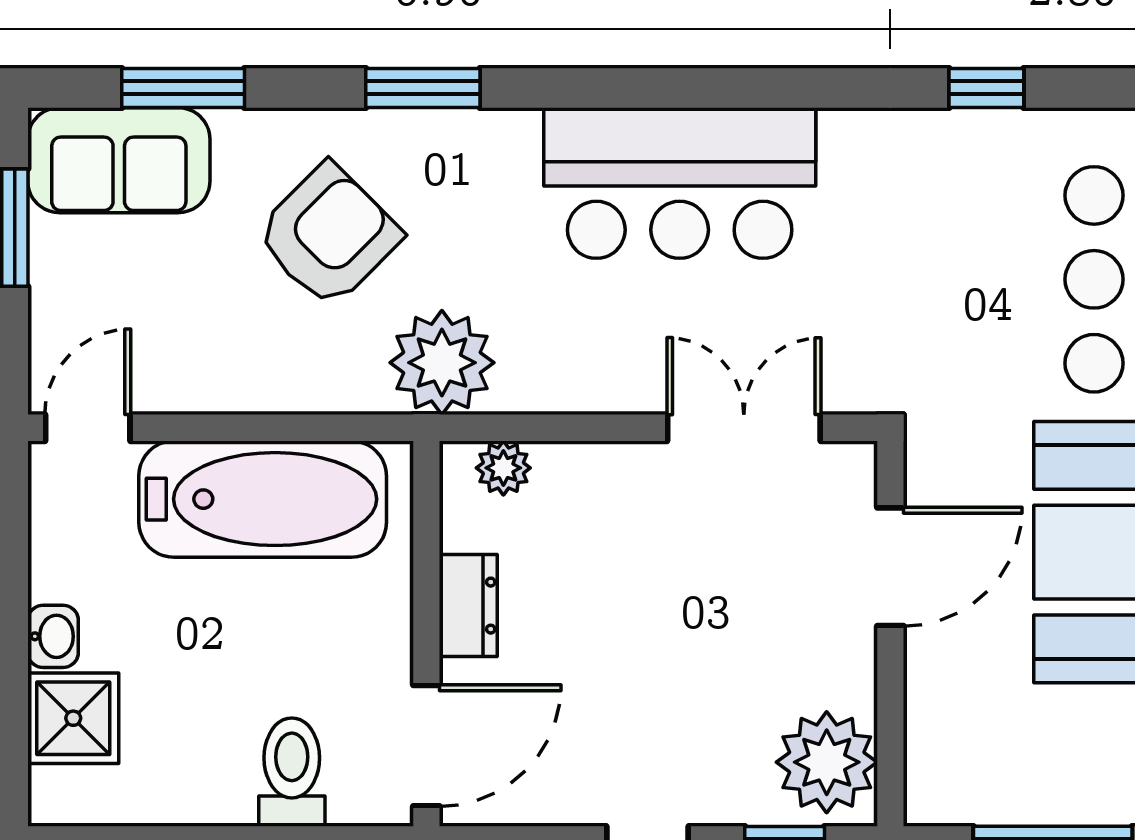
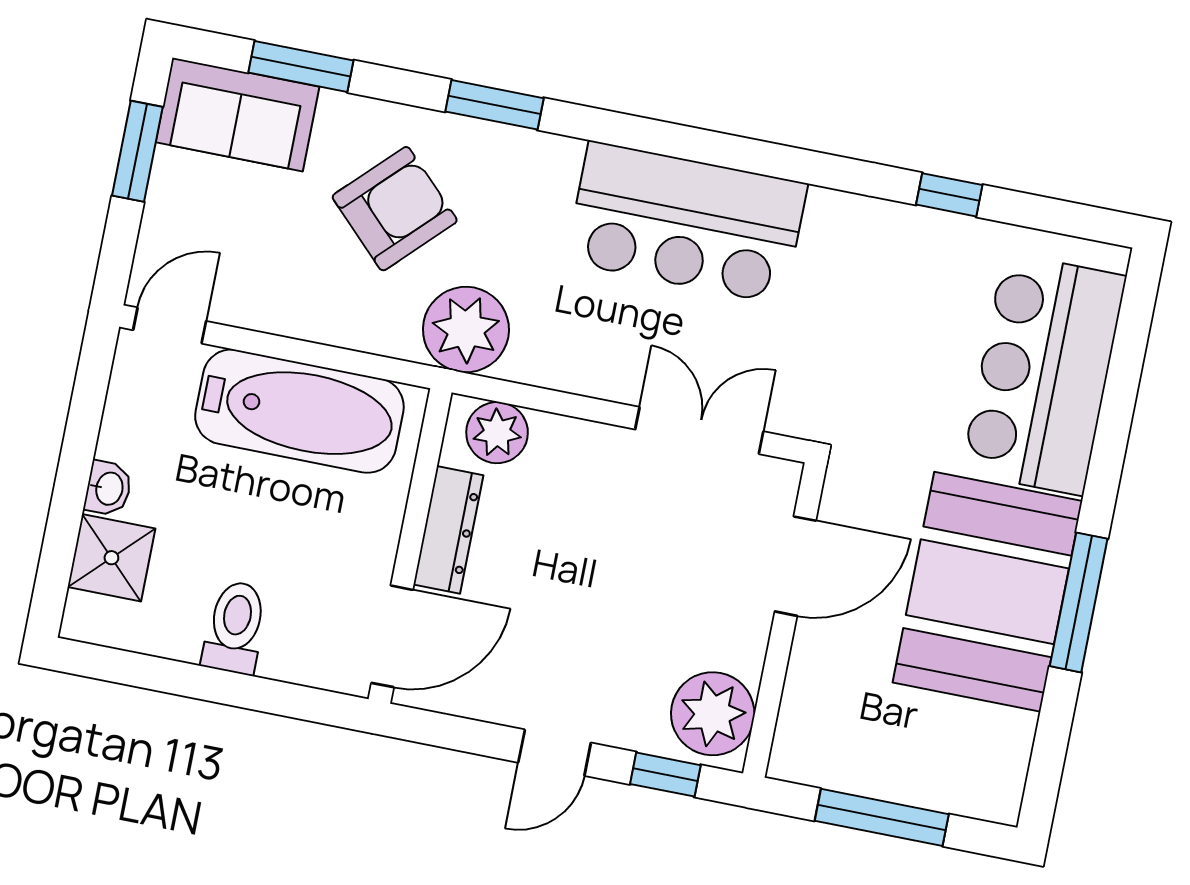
plant: (503, 468) -> (497, 433), width x1.38, depth x1.38
dresser: (468, 606) -> (448, 530), width x1.44
toilet: (292, 772) -> (235, 627), moved

